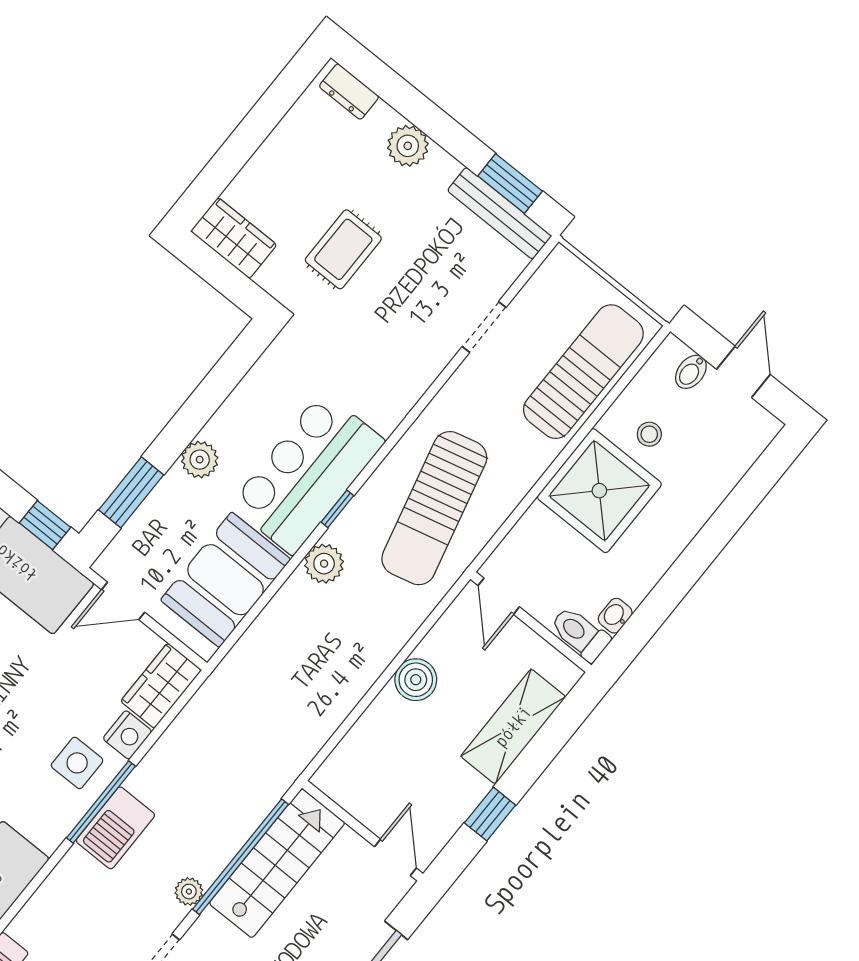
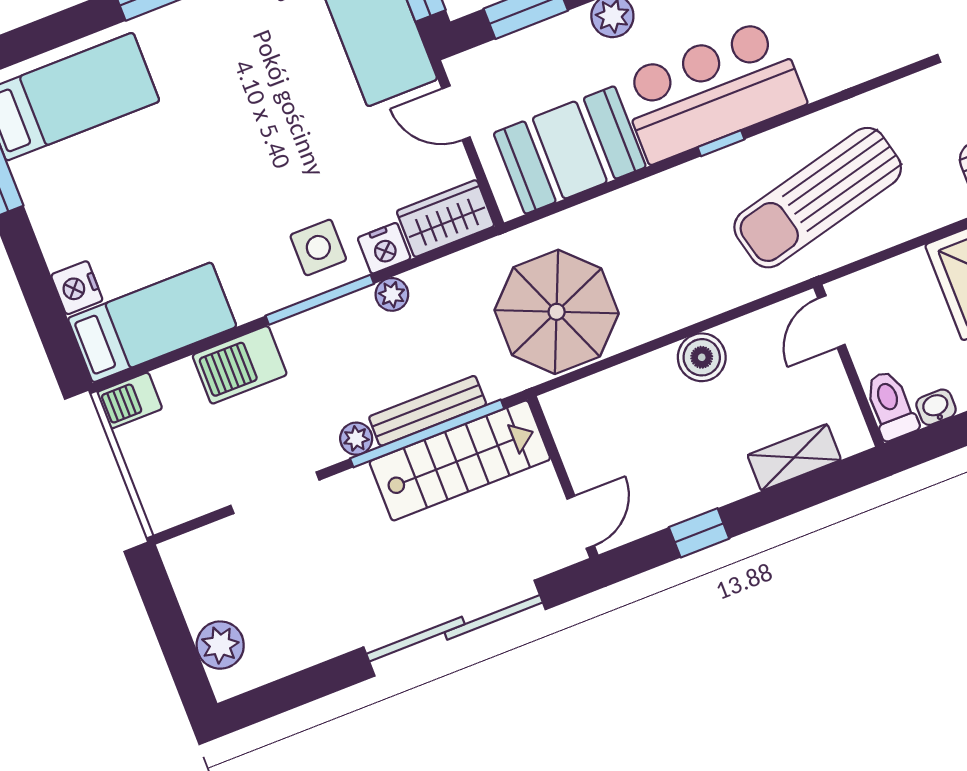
plant: (324, 564) -> (392, 294), moved, width x0.73, depth x0.73
parasol: (286, 708) -> (557, 312), added
shelving: (513, 727) -> (794, 457), width x0.67, depth x0.75
barbecue: (115, 828) -> (240, 365), moved
bench: (231, 839) -> (428, 411), added

